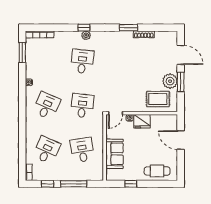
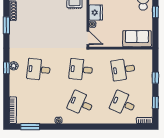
sofa: (115, 154) -> (137, 39), moved
window: (74, 184) -> (155, 78), width x0.46
window: (131, 184) -> (155, 12), moved

